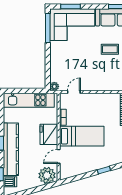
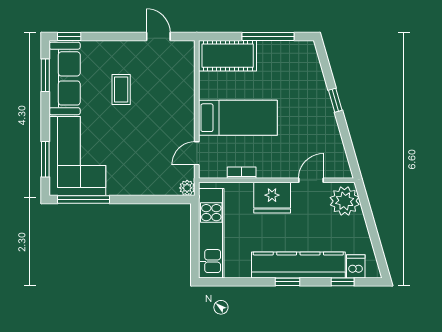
door: (74, 92) -> (197, 153), hinge flipped
bed: (82, 136) -> (238, 118), moved, turned 90
door: (59, 156) -> (311, 180), swing flipped

